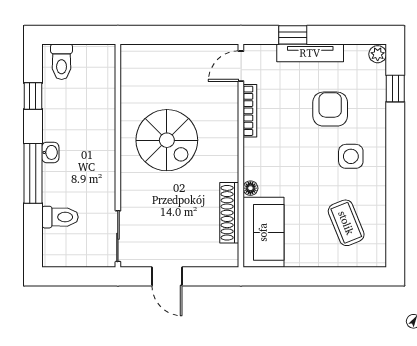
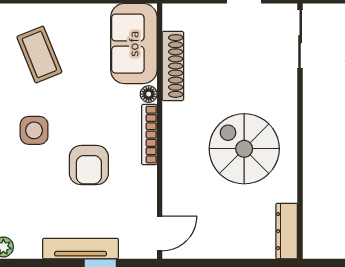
dresser: (130, 68) -> (287, 231), added
armchair: (330, 109) -> (89, 165), moved
bookcase: (250, 111) -> (149, 135), moved

